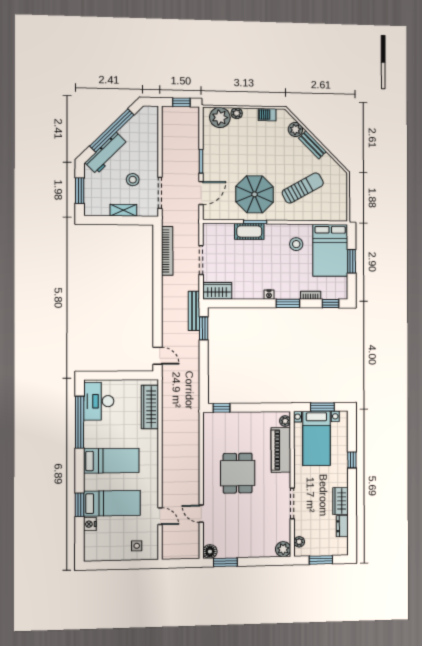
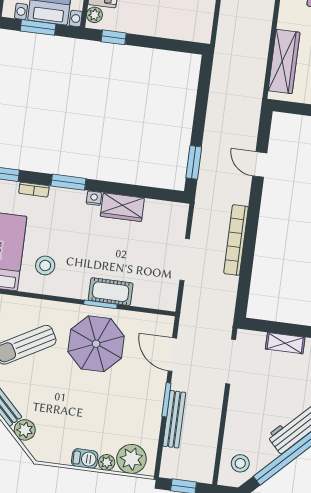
barbecue: (267, 115) -> (85, 459), moved
stool: (133, 180) -> (240, 463), moved
door: (201, 193) -> (172, 355), hinge flipped
bookcase: (167, 251) -> (236, 240), moved
wardrobe: (217, 291) -> (122, 207), moved
bench: (194, 311) -> (174, 419), moved
door: (157, 356) -> (260, 165), moved
window: (222, 408) -> (114, 37), moved

